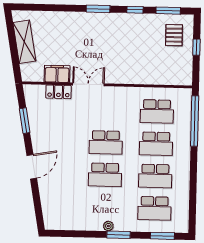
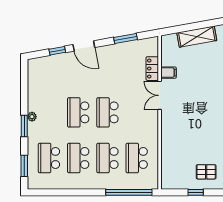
filing cabinet: (57, 74) -> (168, 73), width x0.50
double door: (88, 84) -> (160, 95), swing flipped
window: (36, 196) -> (57, 51), added

